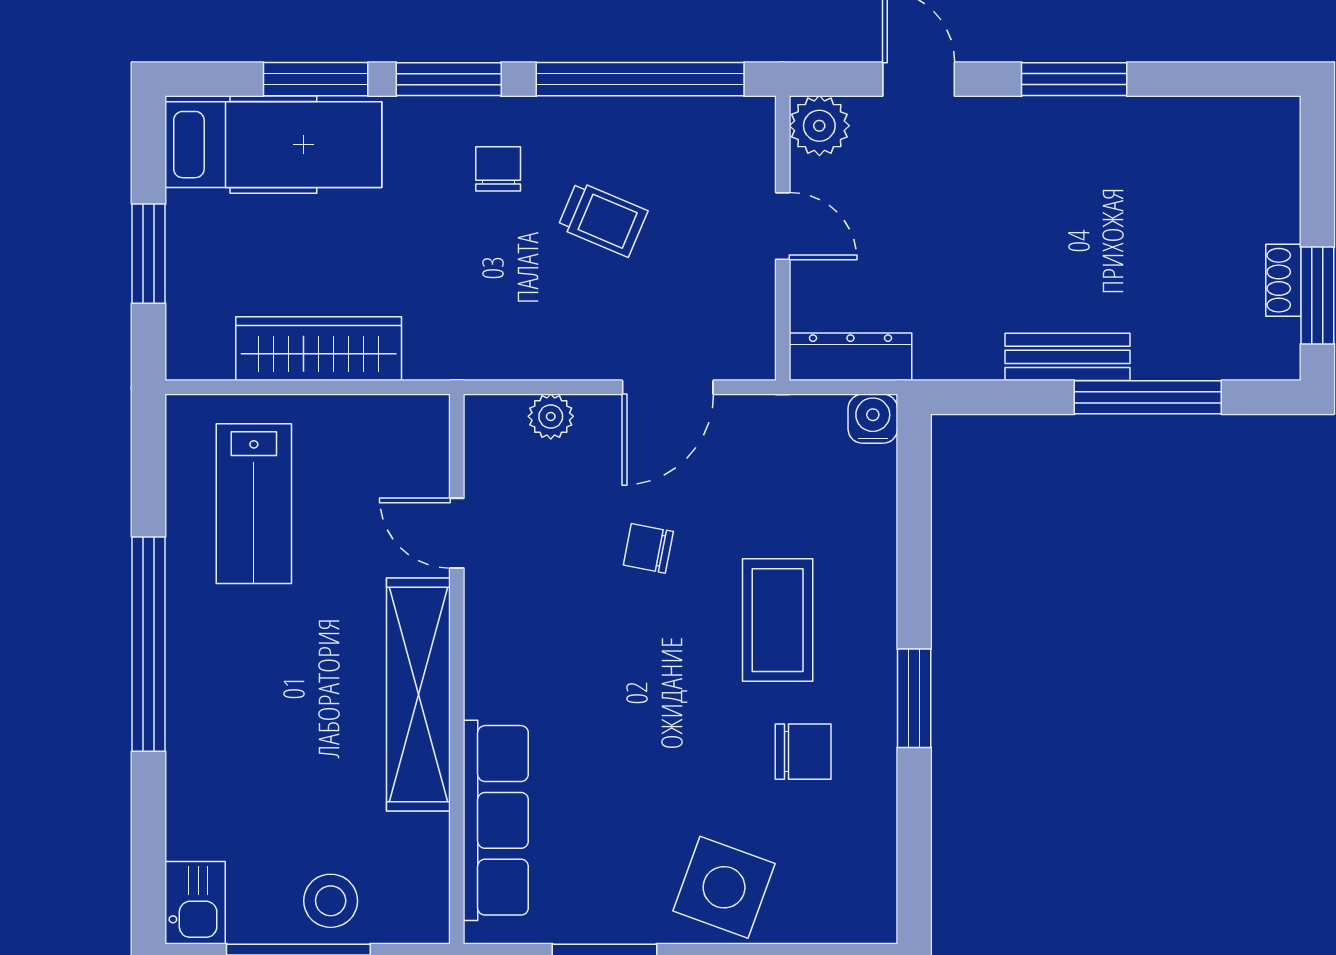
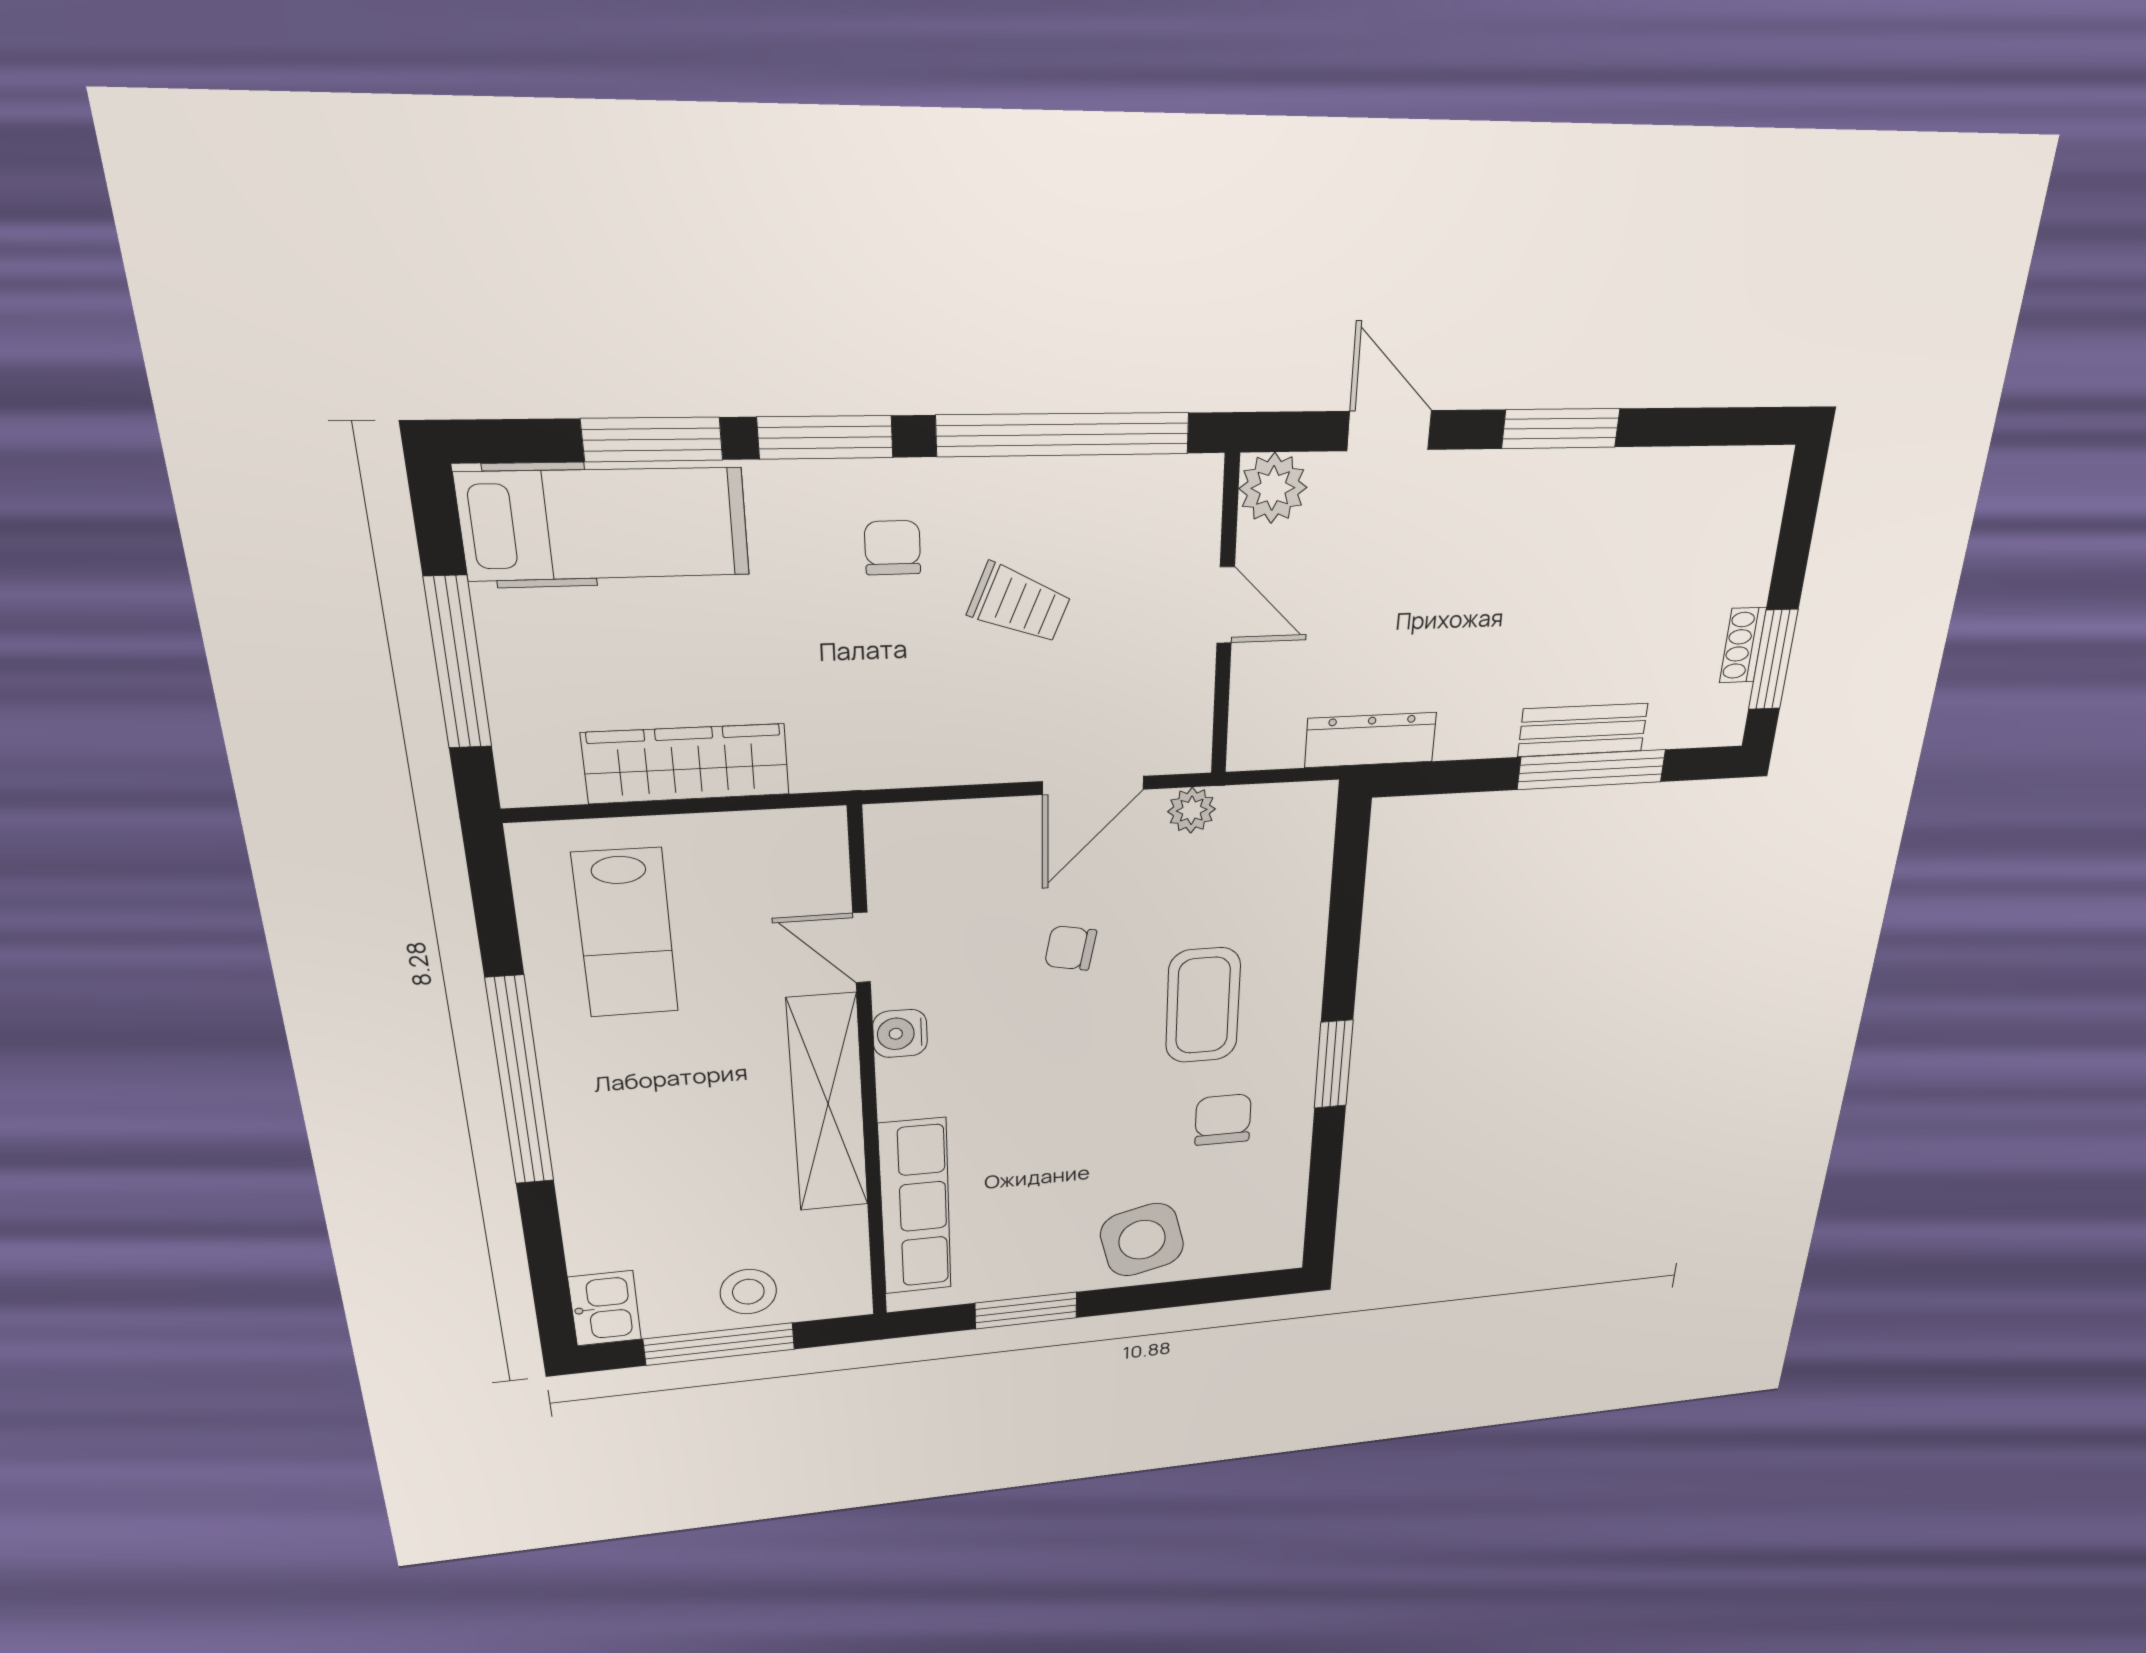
window: (149, 254) -> (458, 663), width x1.44
dresser: (850, 357) -> (1371, 740), moved
bench: (1068, 357) -> (1583, 730), moved
plant: (551, 416) -> (1192, 810), moved
water cooler: (873, 419) -> (900, 1033), moved, turned -90
chair: (803, 752) -> (1223, 1120), turned -90
side table: (724, 887) -> (1142, 1240), turned -34

